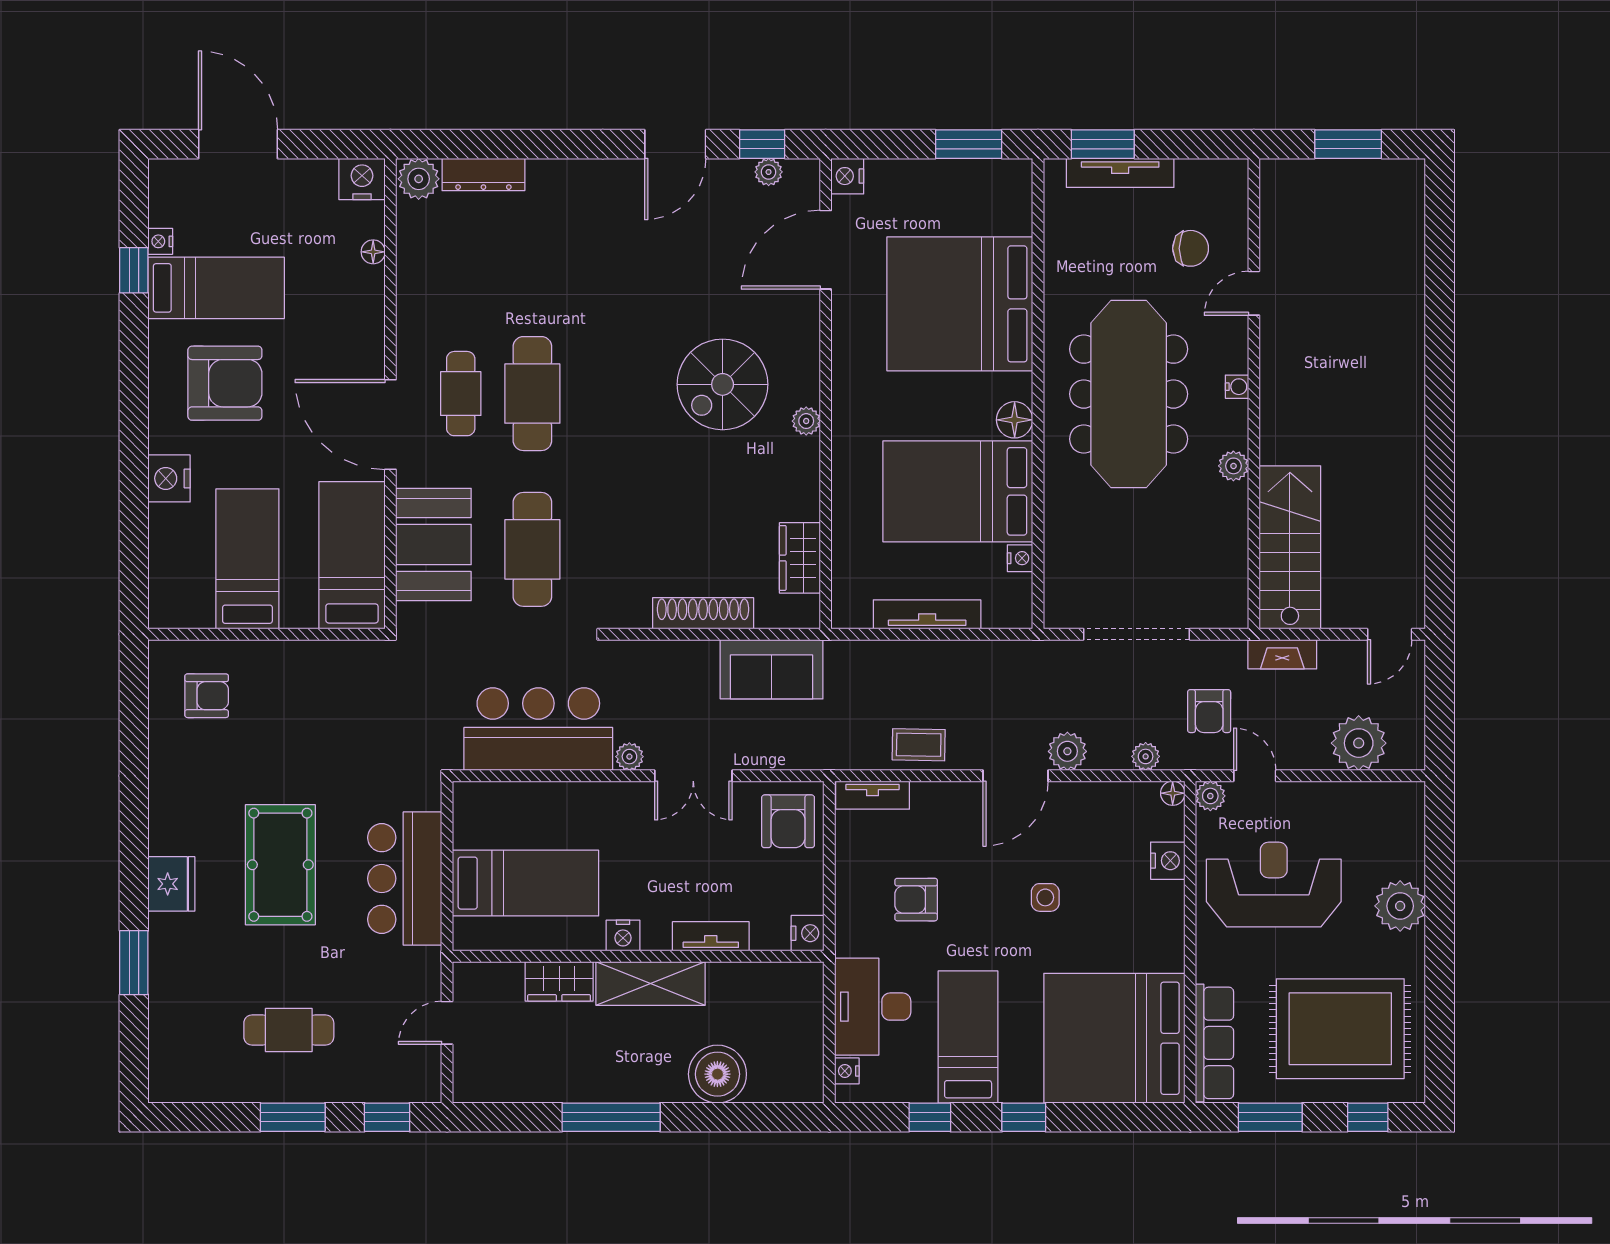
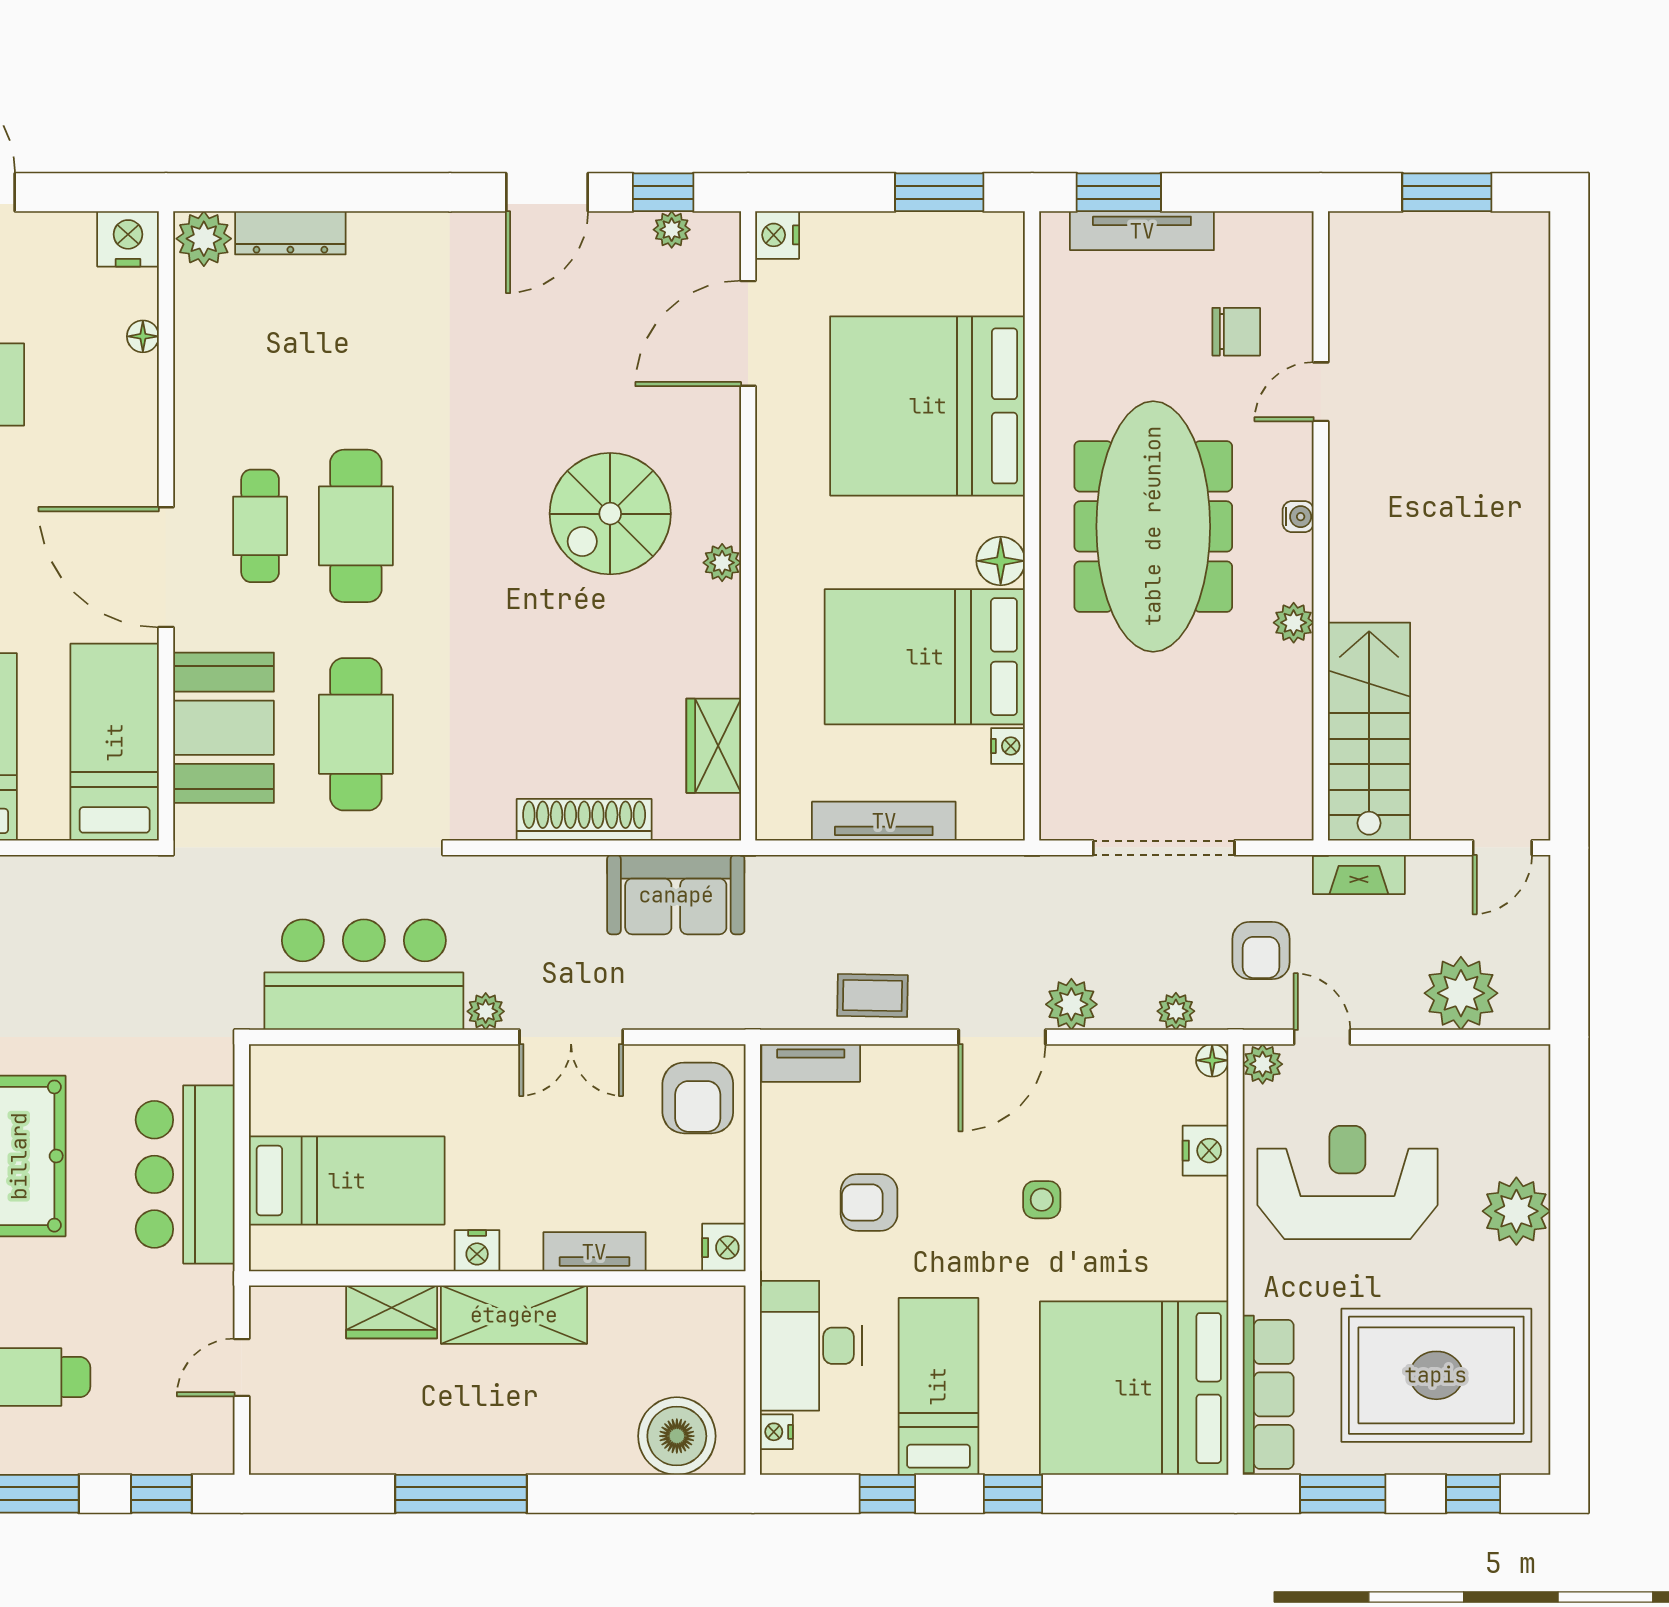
boiler: (717, 1074) -> (677, 1436), moved

